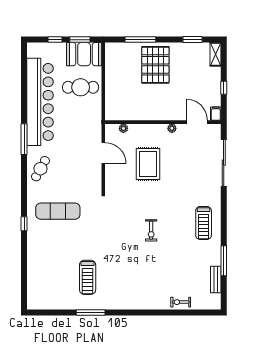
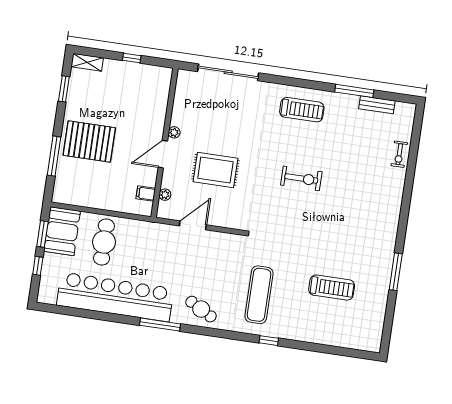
filing cabinet: (216, 114) -> (146, 194), moved
door: (197, 122) -> (163, 154), moved
exercise bike: (151, 230) -> (301, 178), width x1.38, depth x1.39
treadmill: (88, 277) -> (332, 288), moved

